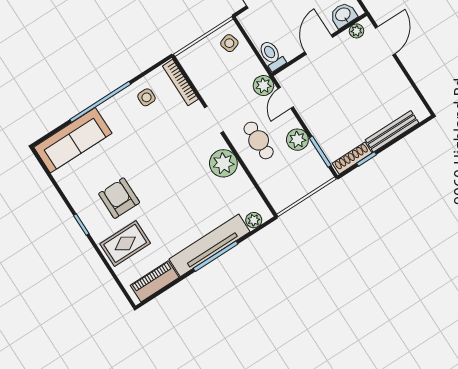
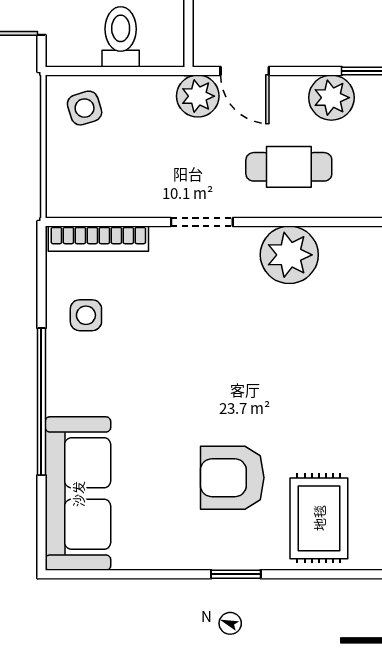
toilet: (272, 55) -> (121, 37), moved, turned 90

